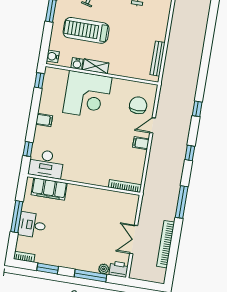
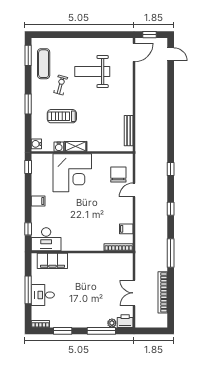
treadmill: (86, 30) -> (62, 116), width x0.73, depth x0.73
filing cabinet: (141, 143) -> (126, 229), moved

